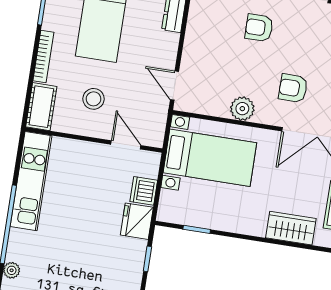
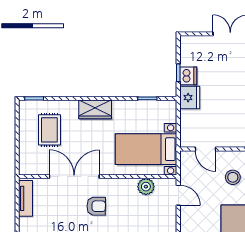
plant: (242, 109) -> (146, 187), moved
dishwasher: (144, 191) -> (188, 76), moved
wardrobe: (291, 228) -> (95, 109), moved

